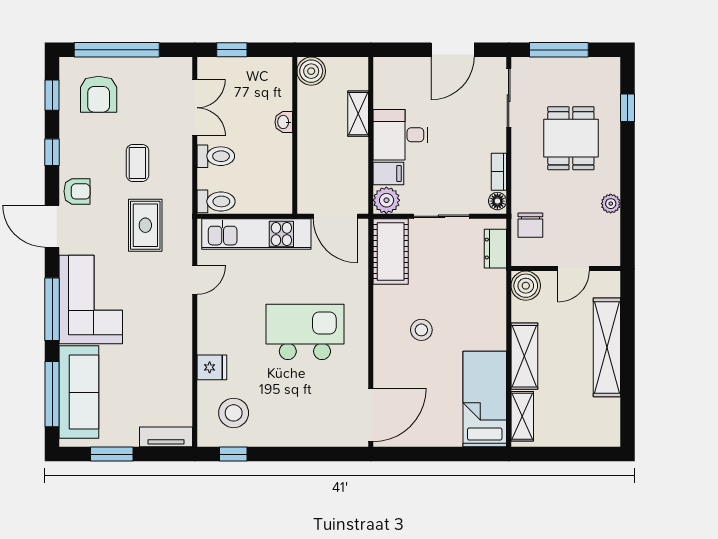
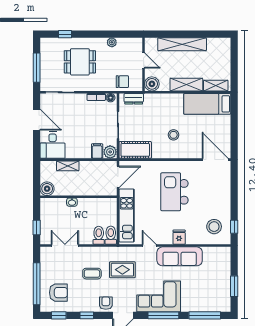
desk: (401, 135) -> (53, 145), moved
toilet: (216, 156) -> (99, 235), moved
fridge: (212, 367) -> (179, 237), moved
sofa: (79, 392) -> (180, 256), moved, turned 180
tv unit: (166, 437) -> (226, 260), removed

